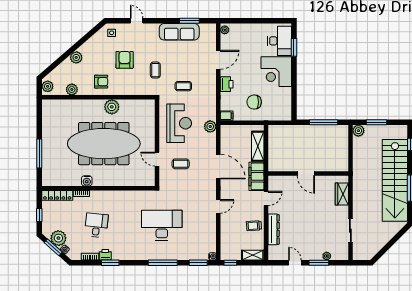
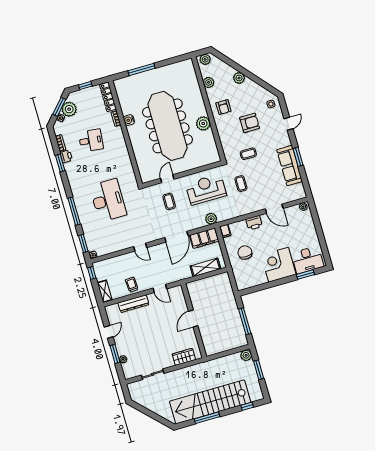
window: (189, 21) -> (298, 157), moved
reception desk: (179, 123) -> (206, 189), turned 180
filing cabinet: (256, 176) -> (204, 238), moved, turned 180

